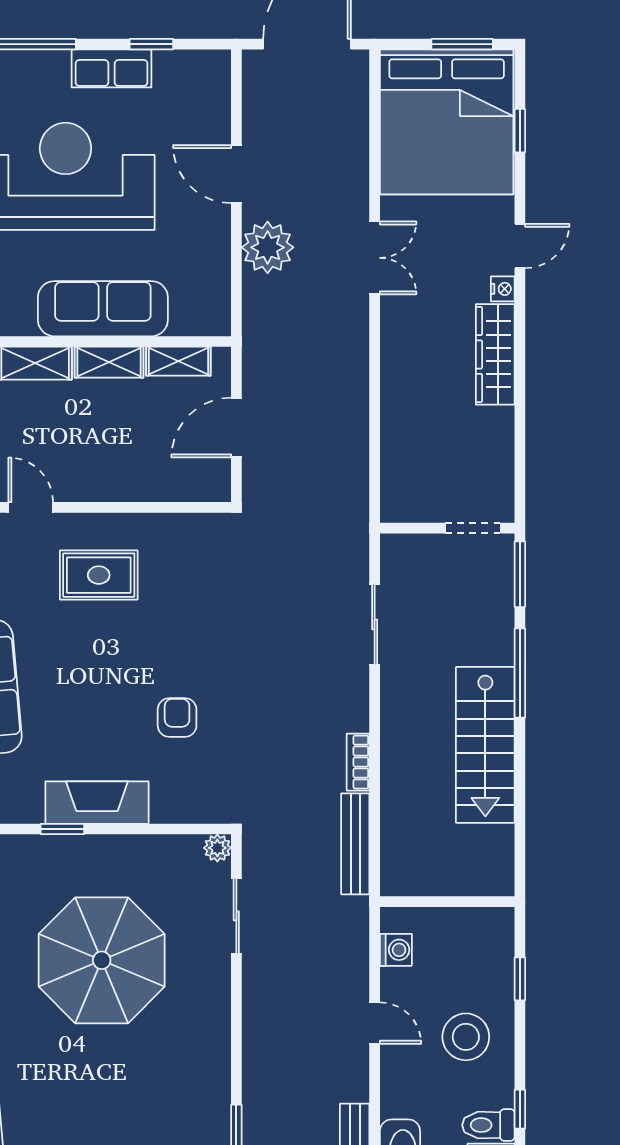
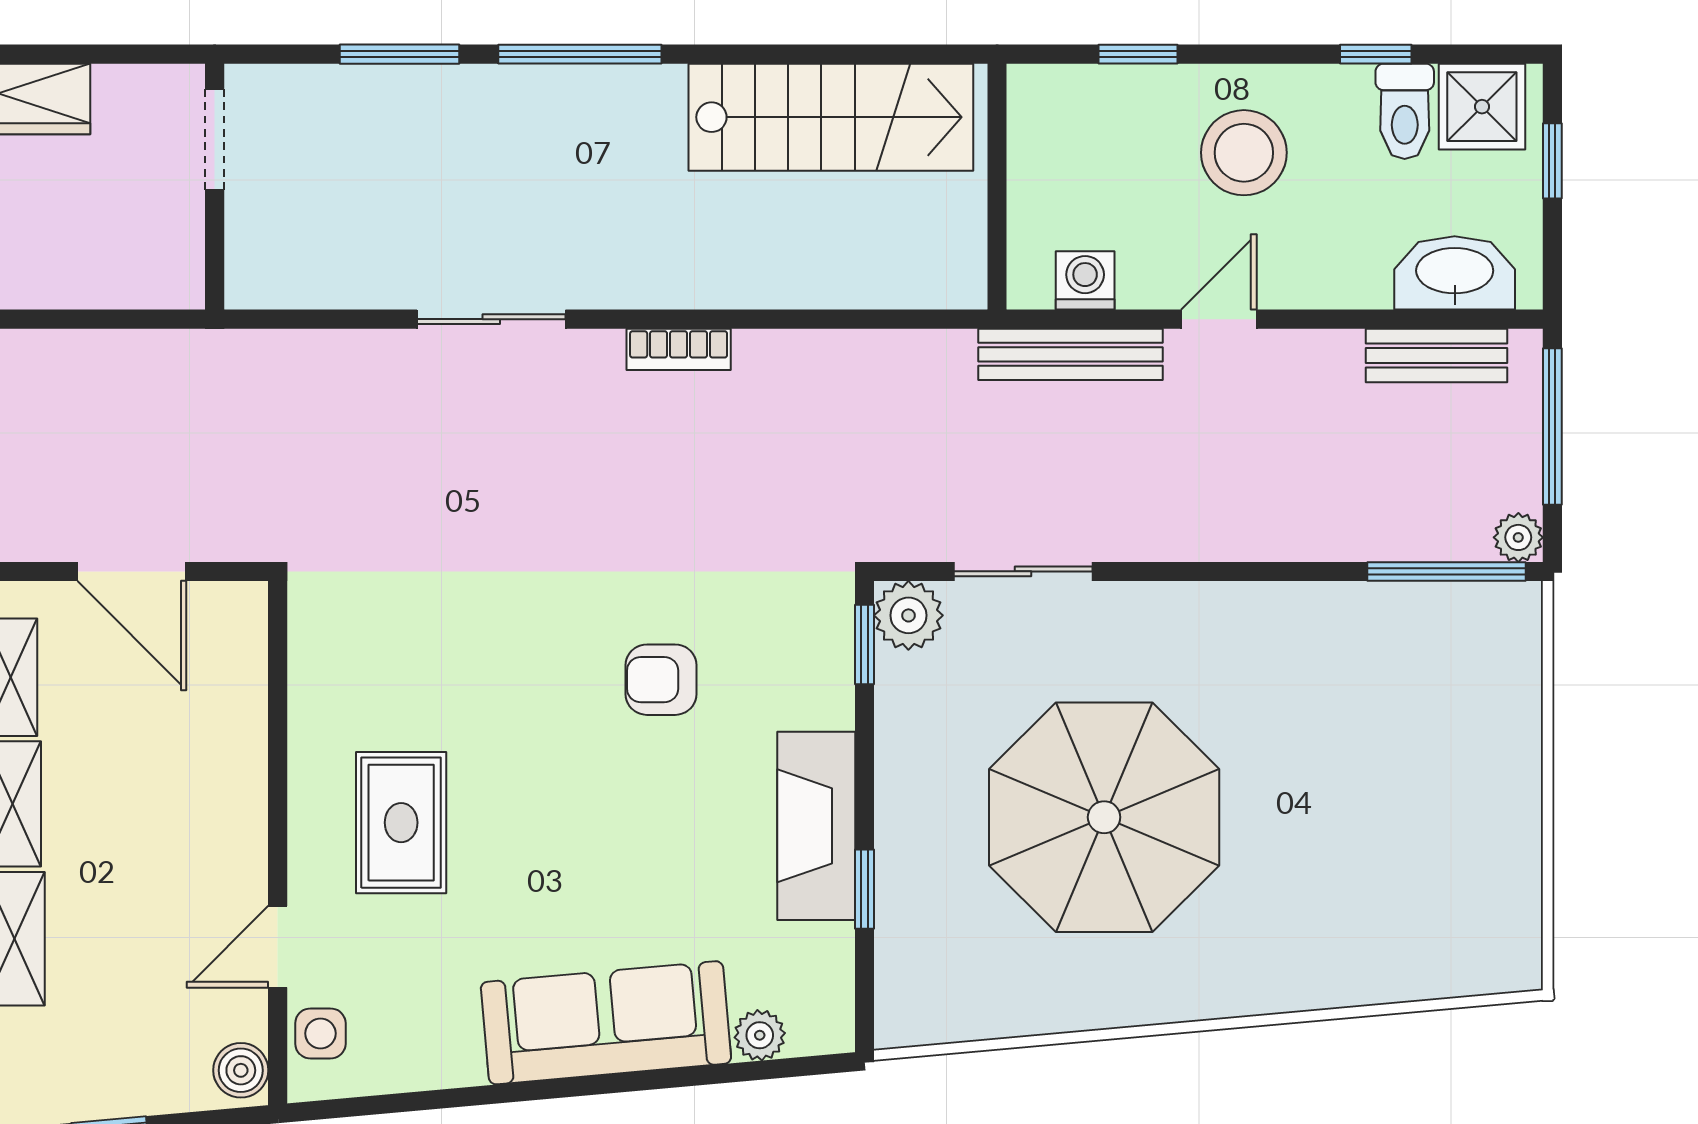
wall: (447, 528) -> (215, 187), moved
doorway: (473, 528) -> (215, 139), moved
stairs: (485, 745) -> (831, 117), moved
bookcase: (358, 762) -> (679, 349), moved
window: (196, 829) -> (865, 644), added
bench: (355, 844) -> (1071, 354), moved
plant: (217, 848) -> (908, 615), width x1.38, depth x1.38

